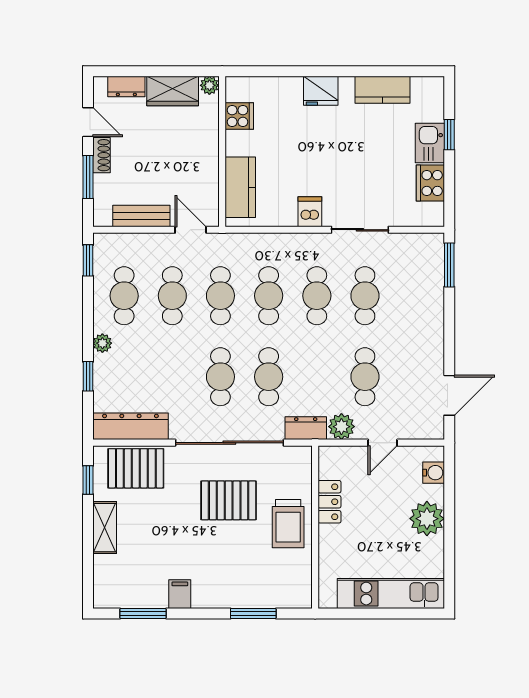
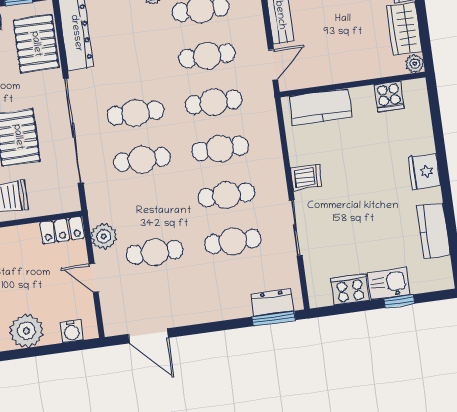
dresser: (306, 428) -> (272, 302), moved, turned -90
locker: (329, 502) -> (62, 230), moved

